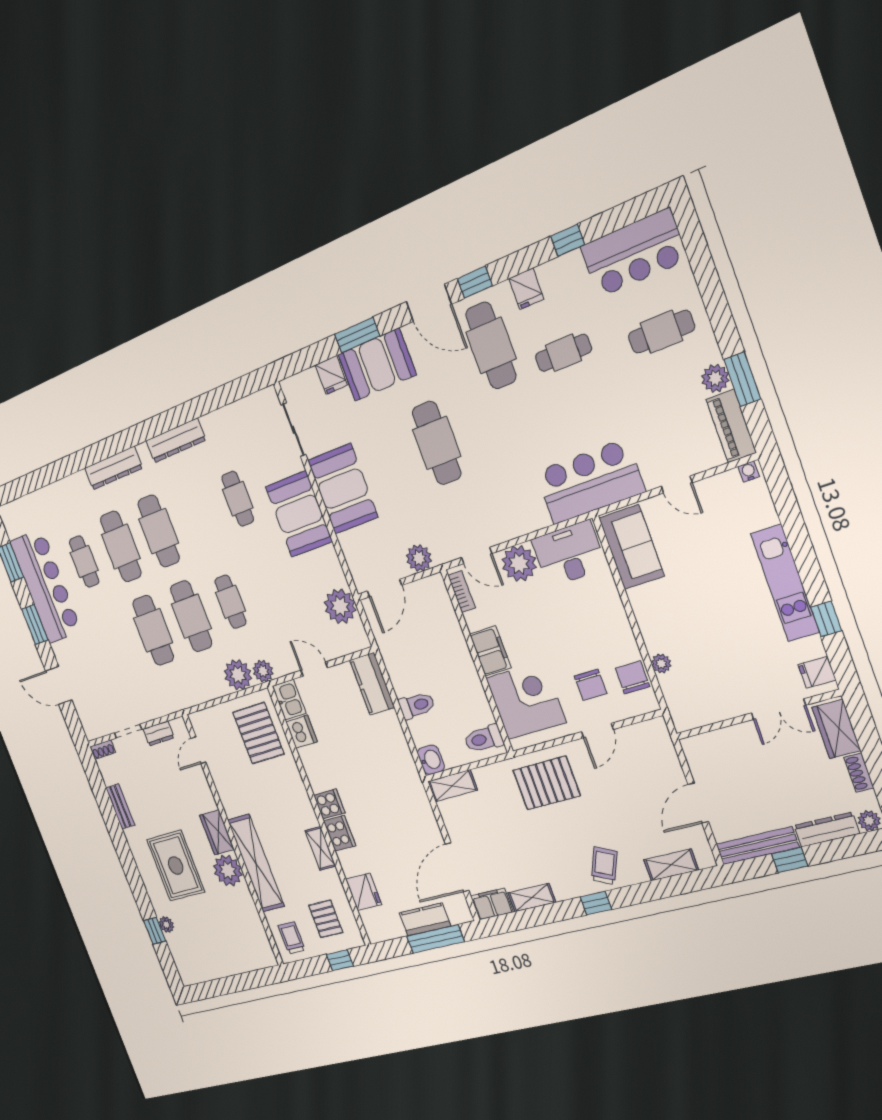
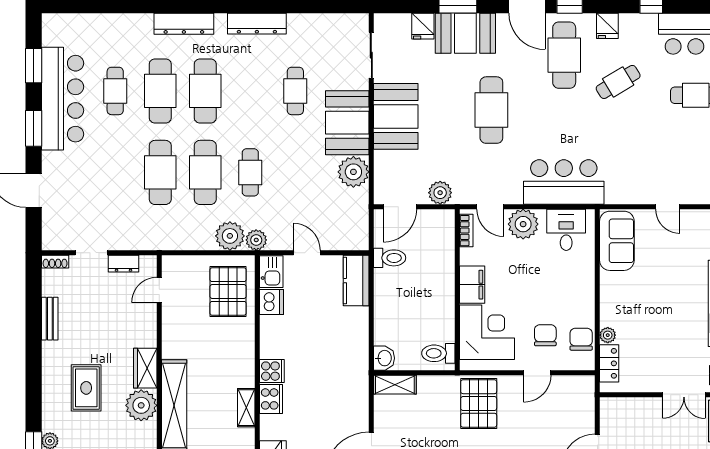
cafe table: (563, 353) -> (618, 82), turned -31
bar counter: (590, 482) -> (564, 182), moved
desk: (569, 554) -> (566, 230), width x0.73
plant: (340, 606) -> (353, 172), moved
chair: (590, 685) -> (545, 335), turned 180
locker: (675, 697) -> (609, 363), added
toilet: (417, 705) -> (390, 258), moved
pallet: (547, 783) -> (479, 403), turned 90
rug: (176, 866) -> (86, 388), width x0.73, depth x0.70

